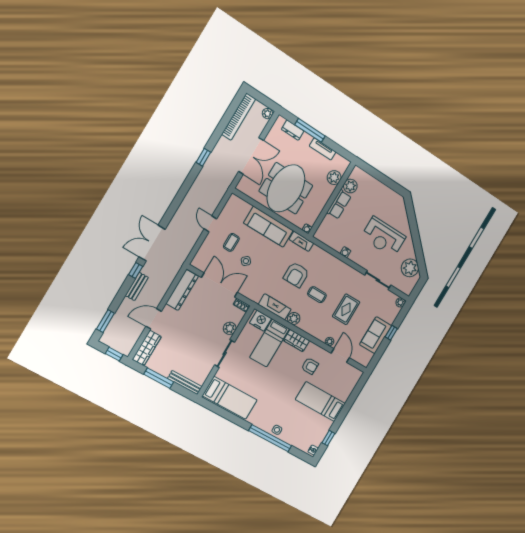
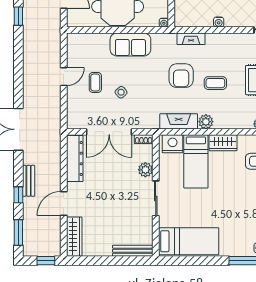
door: (210, 224) -> (64, 77), swing flipped
sofa: (268, 227) -> (130, 44), width x0.73
fireplace: (301, 241) -> (191, 39), moved
window: (136, 270) -> (18, 195), moved
double door: (220, 285) -> (109, 132), swing flipped
window: (159, 378) -> (104, 261), removed

